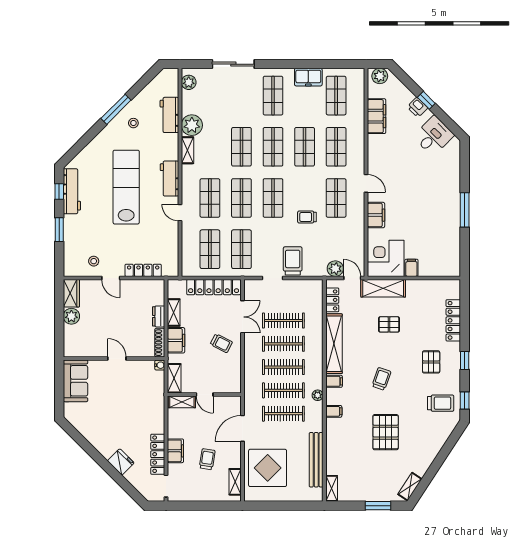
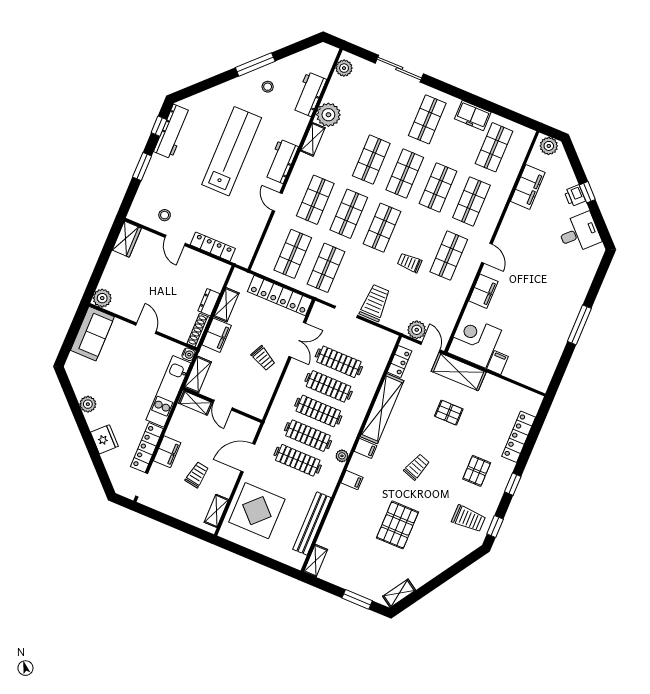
plant: (71, 316) -> (102, 298), moved
kitchen unit: (156, 402) -> (168, 391), added
plant: (96, 439) -> (88, 404), added

